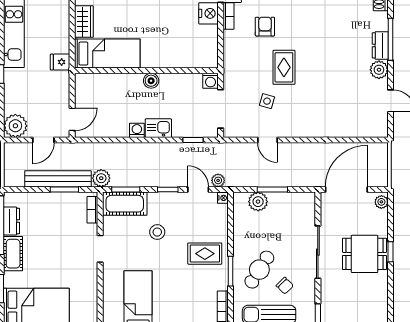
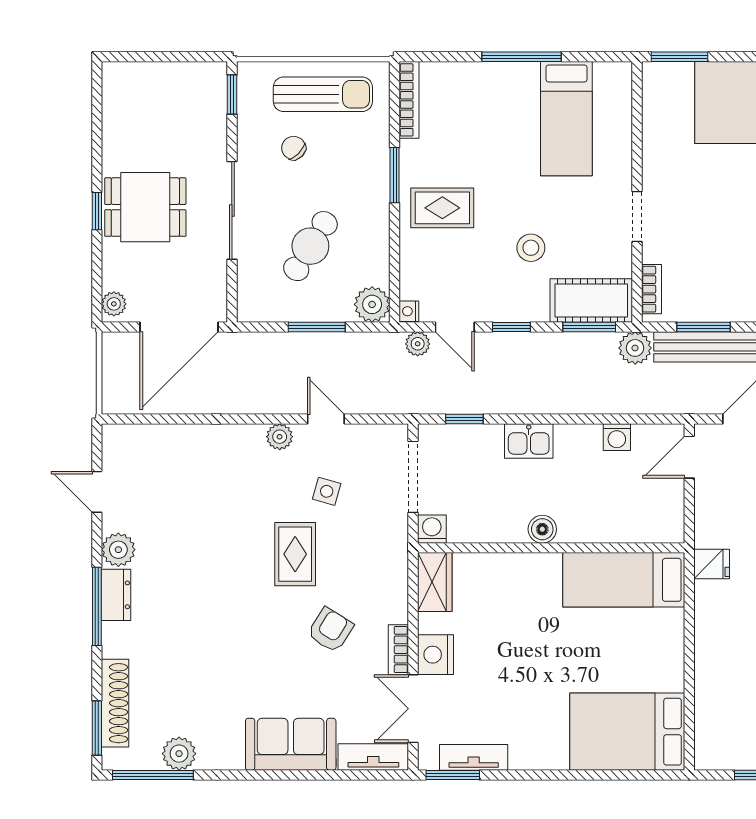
wardrobe: (84, 22) -> (435, 582), moved, turned 180
armchair: (265, 27) -> (330, 630), turned -148
washing machine: (137, 130) -> (617, 437), moved
plant: (292, 130) -> (280, 437), added
plant: (258, 202) -> (372, 304), moved
cafe table: (259, 270) -> (310, 246), moved

